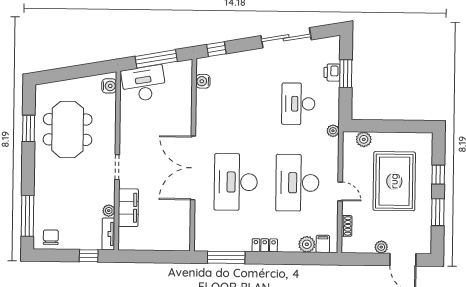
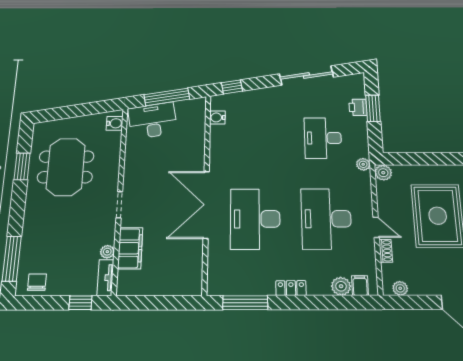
plant: (364, 139) -> (383, 173), moved
shoe rack: (347, 226) -> (386, 251), moved
plant: (381, 247) -> (400, 288), moved

